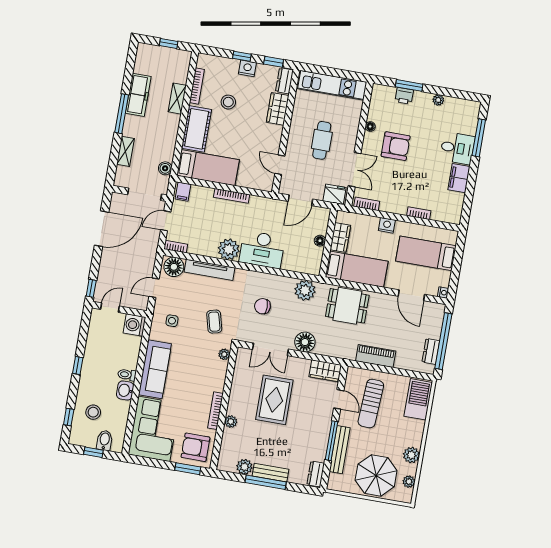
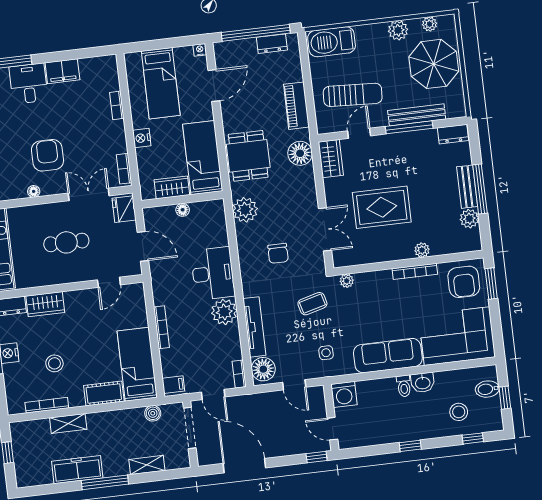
cot: (197, 129) -> (104, 393), width x0.73, depth x0.75
floor lamp: (305, 342) -> (300, 153), moved

